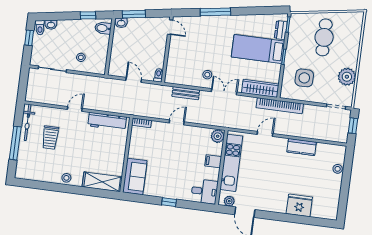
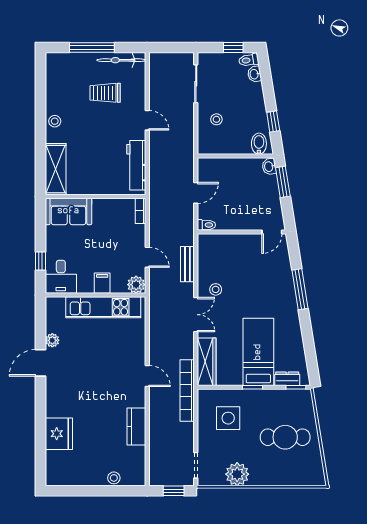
plant: (218, 136) -> (136, 285), moved
filing cabinet: (213, 161) -> (102, 283), moved
kitchen unit: (231, 163) -> (103, 307), moved
wall: (221, 167) -> (96, 295), moved
desk: (204, 191) -> (61, 277), moved

